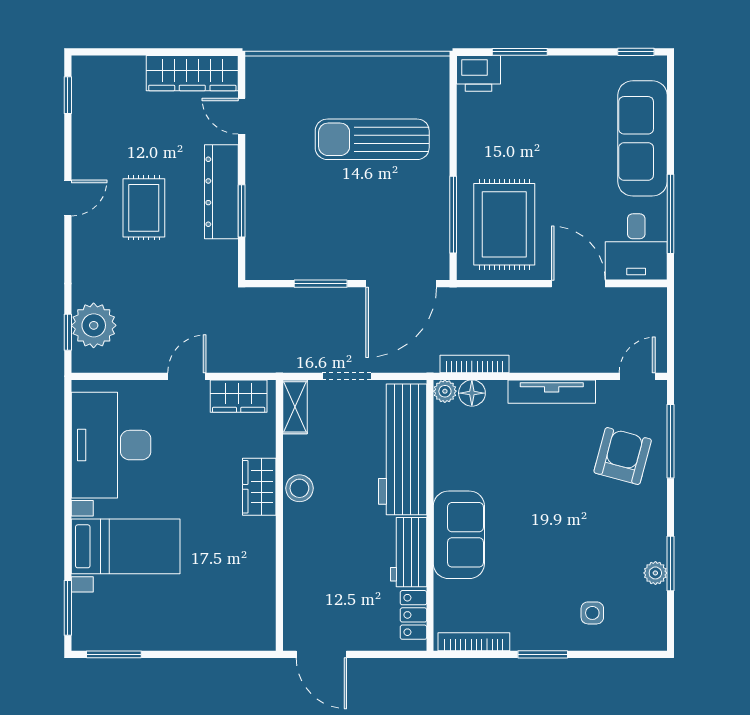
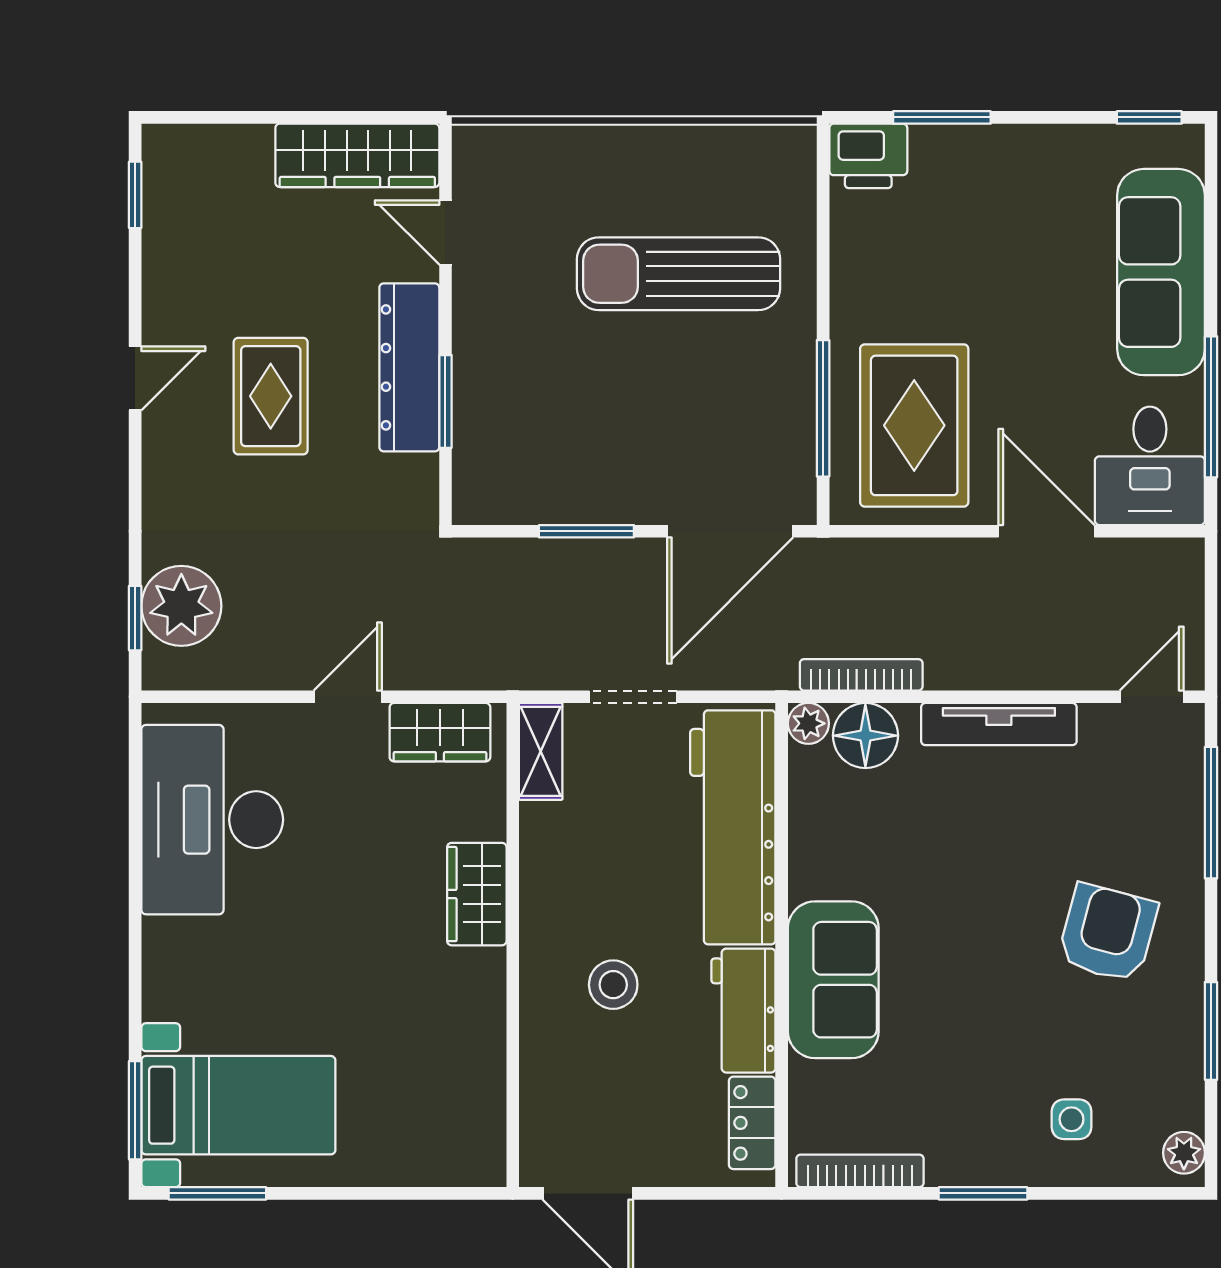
floor lamp: (472, 393) -> (865, 736), width x1.38, depth x1.38
armchair: (623, 456) -> (1108, 933), moved
stool: (299, 488) -> (613, 985), moved
bed with nightstands: (126, 546) -> (238, 1105), moved
plant: (655, 573) -> (1184, 1153), moved

